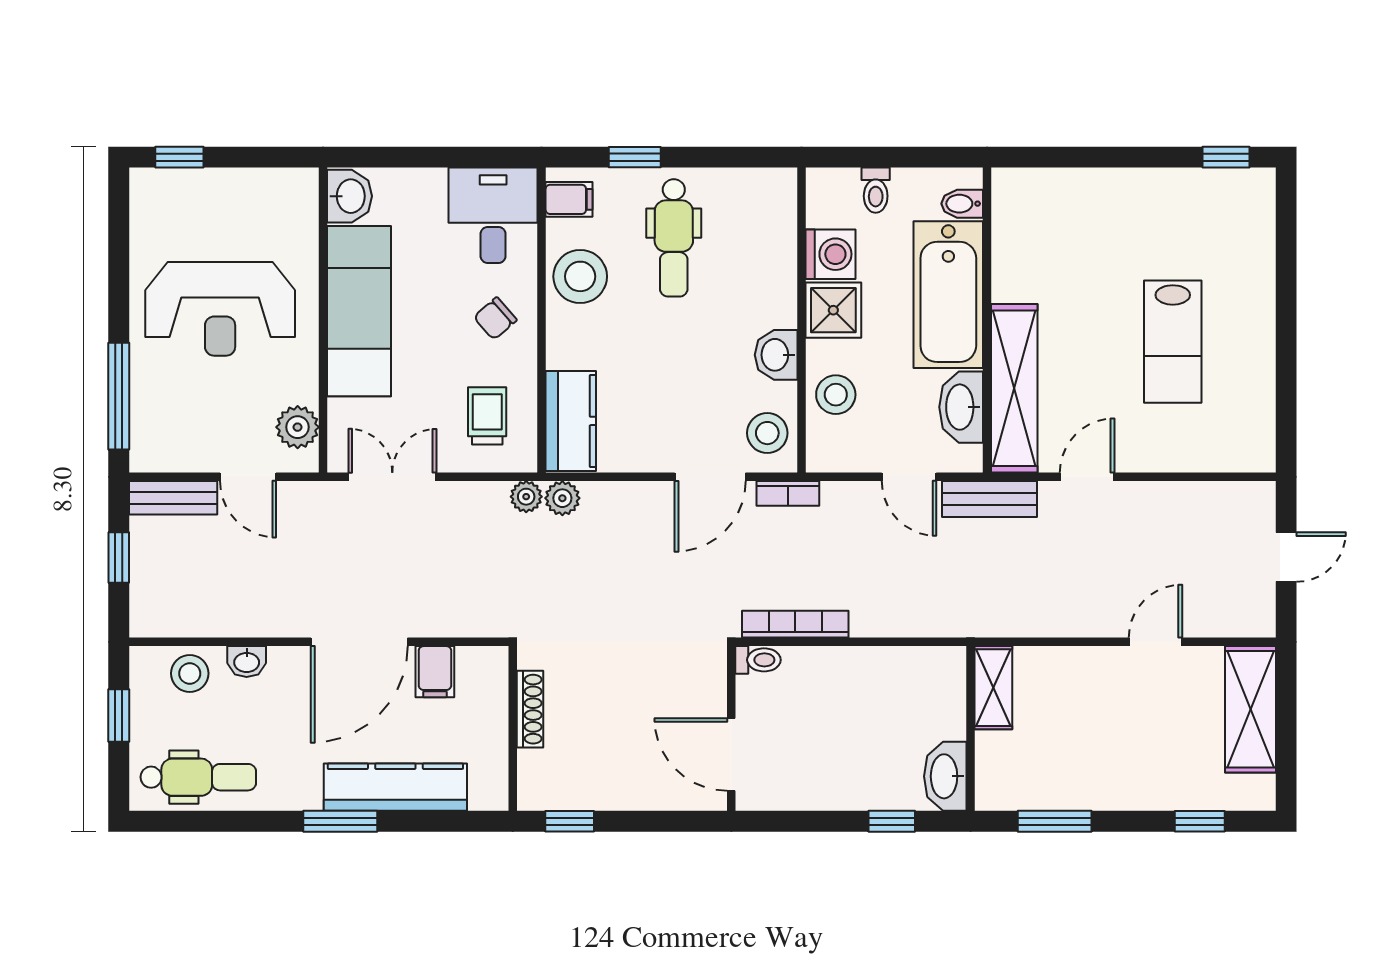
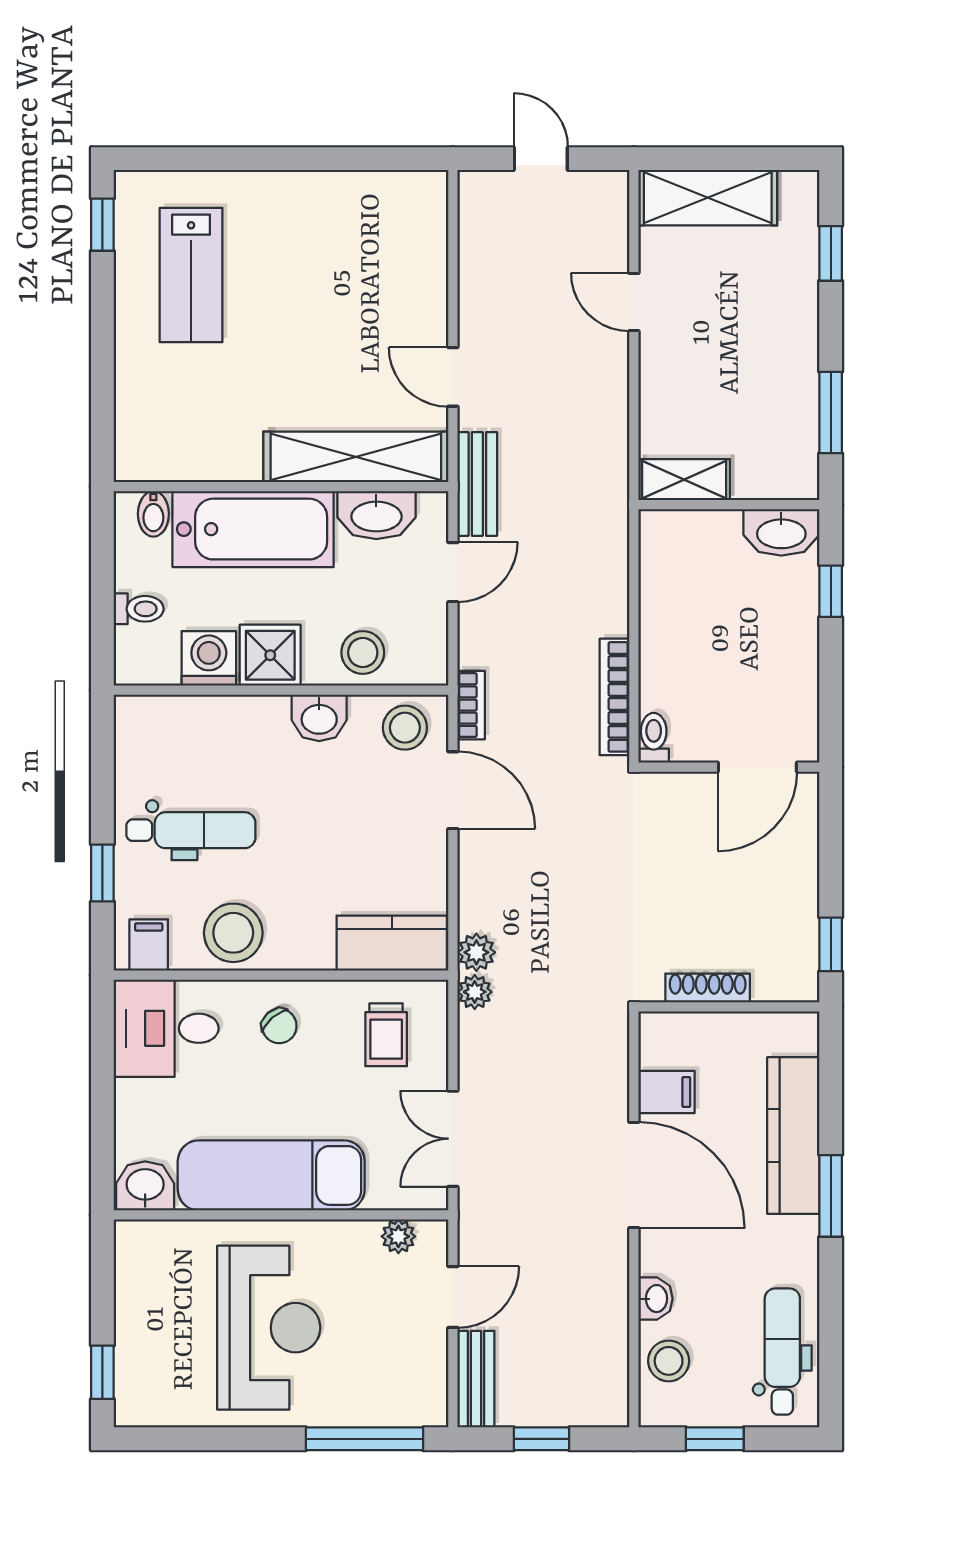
lab bench: (1173, 342) -> (191, 275), moved, turned 90
trolley: (487, 416) -> (386, 1035), turned -90
plant: (298, 427) -> (398, 1236), width x0.73, depth x0.73

